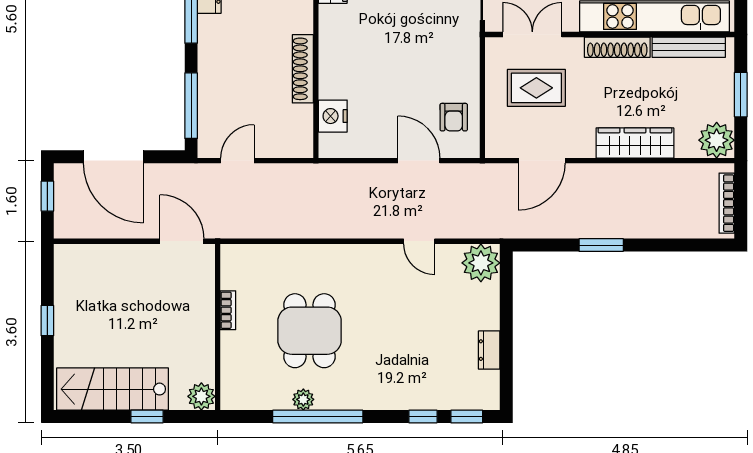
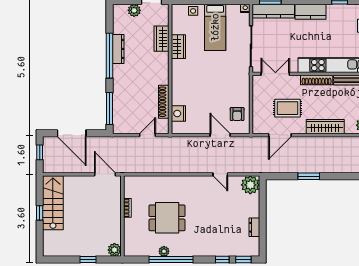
shoe rack: (303, 69) -> (164, 102), moved
rug: (536, 88) -> (287, 108), moved
door: (237, 161) -> (148, 135), moved
dining table: (310, 331) -> (167, 218), turned 90
stairs: (113, 389) -> (53, 203), moved, turned 90

